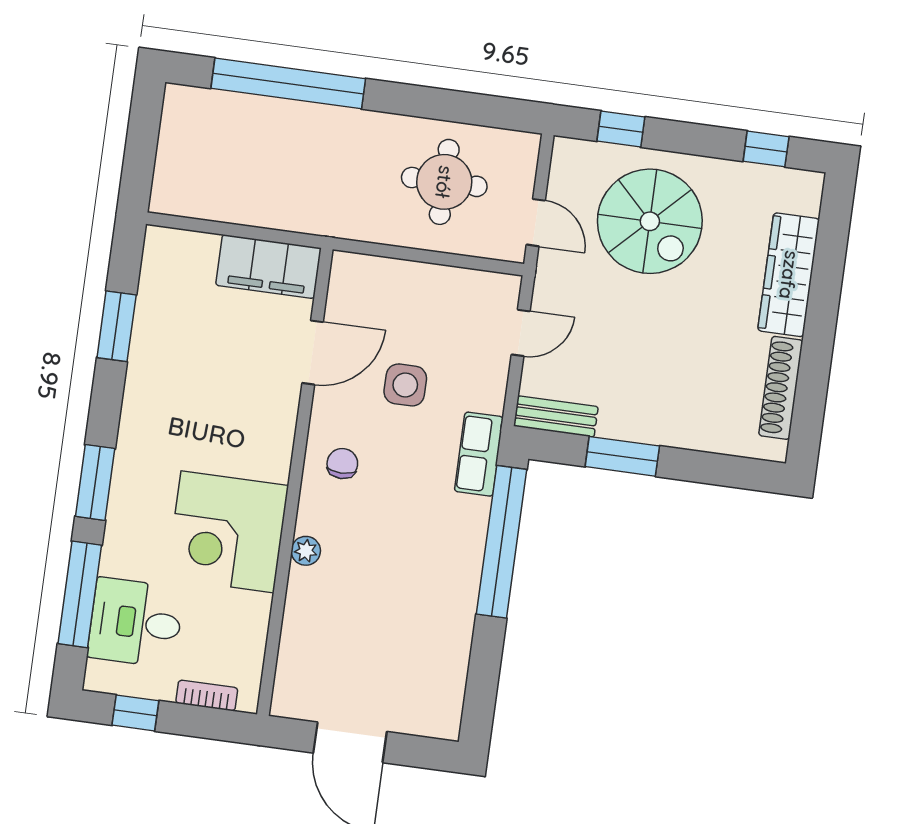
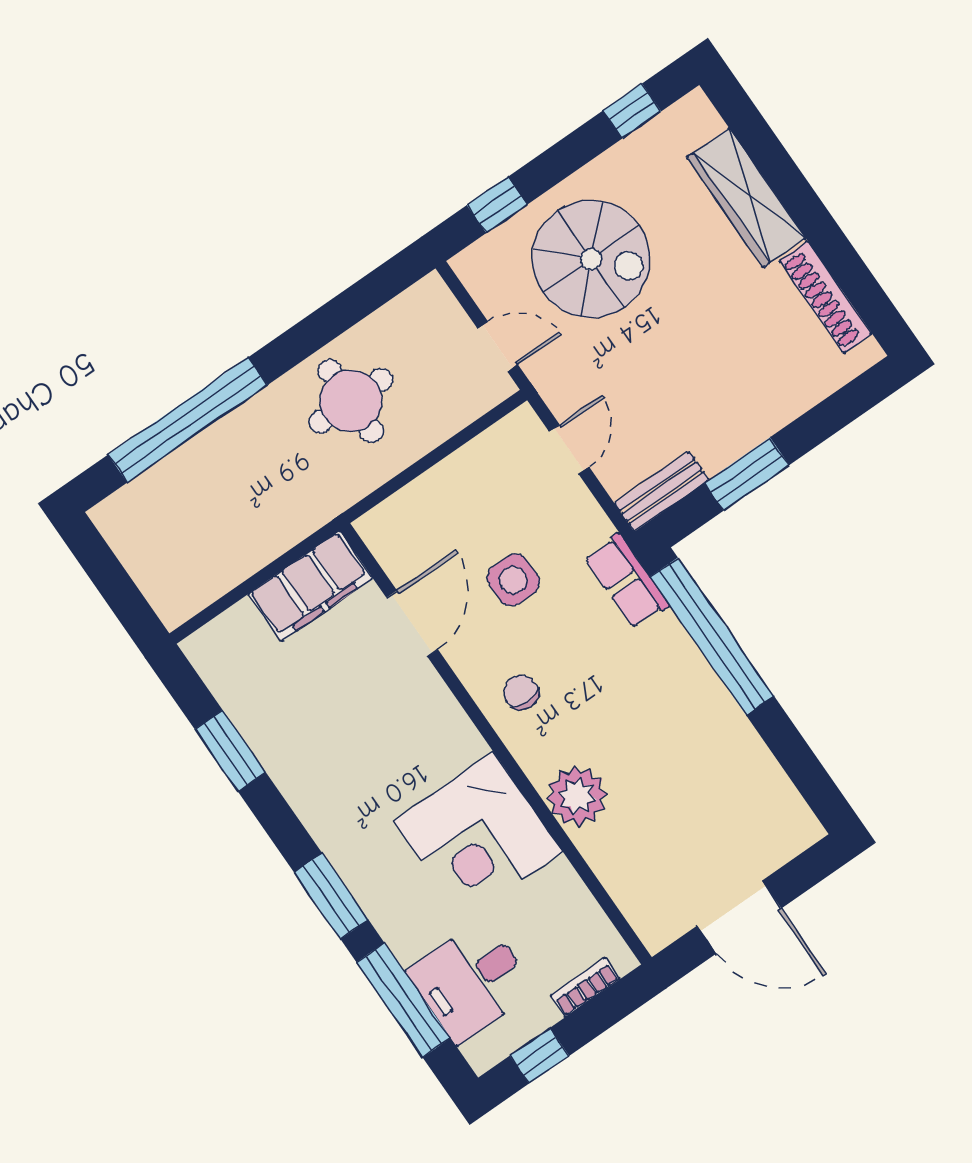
round table: (444, 182) -> (351, 401), moved
plant: (306, 551) -> (577, 796), width x1.87, depth x1.87

